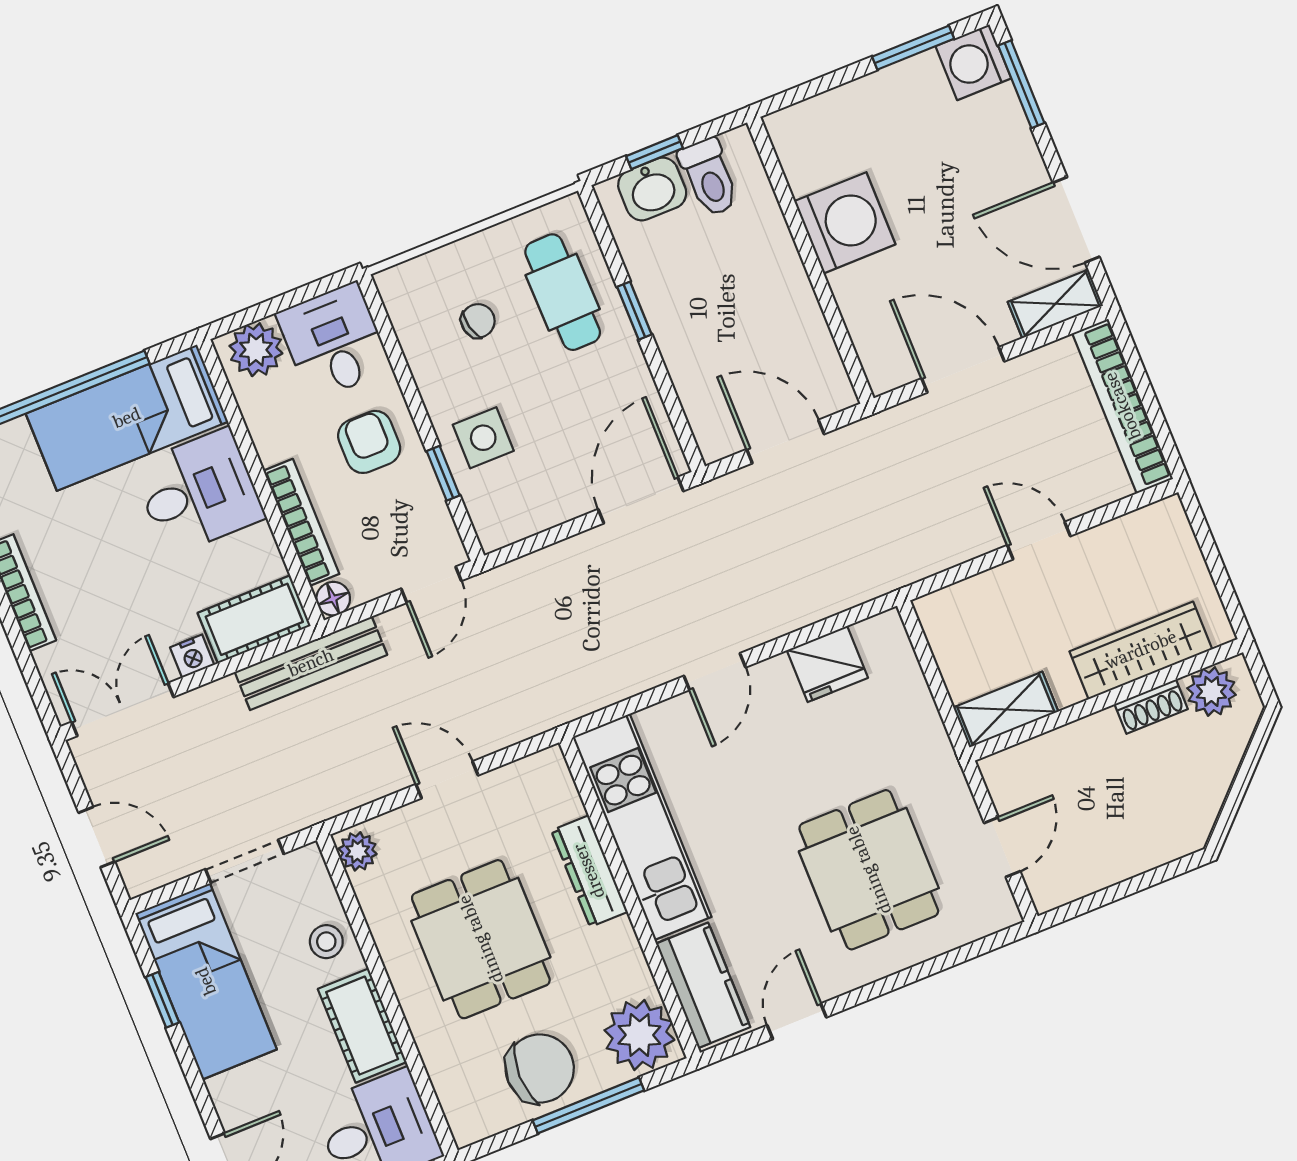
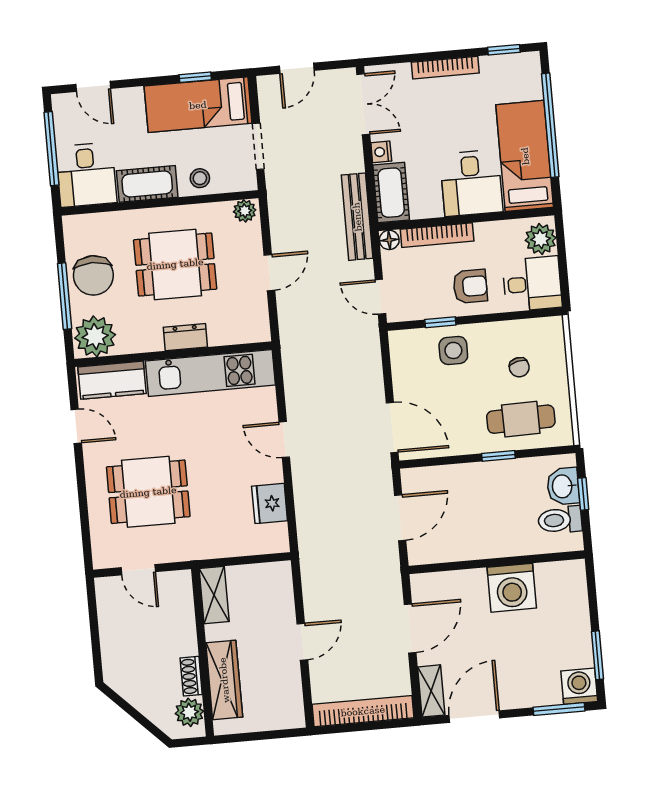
dresser: (589, 871) -> (185, 337), width x0.70

